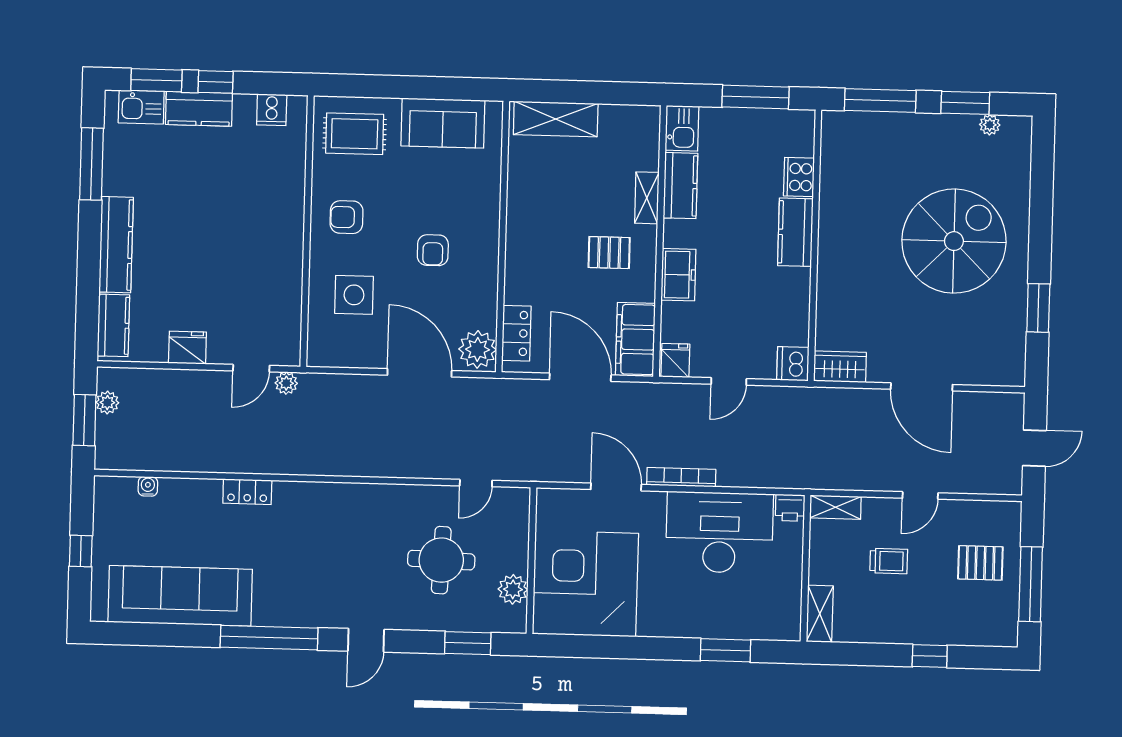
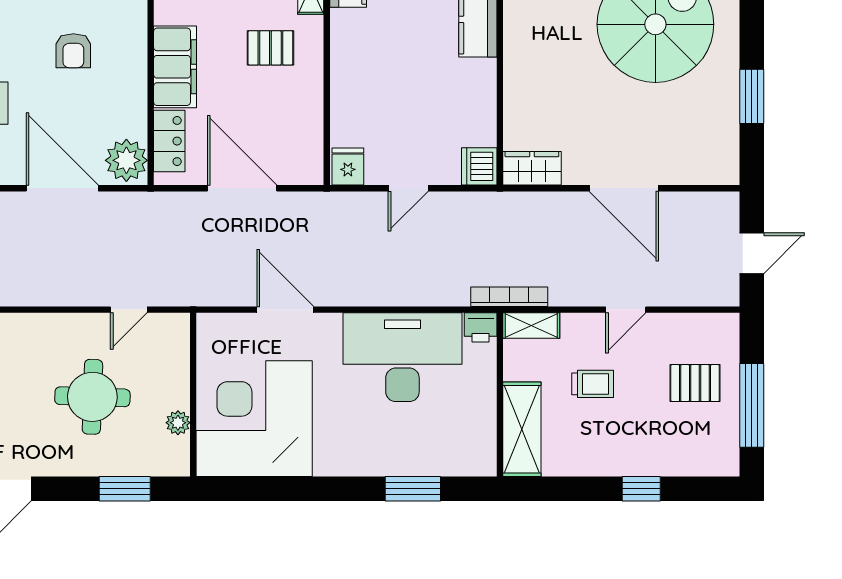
freezer: (678, 275) -> (349, 70), removed
filing cabinet: (635, 339) -> (175, 67), moved, turned 180
bookcase: (681, 477) -> (509, 297), moved
plant: (513, 589) -> (178, 423), width x0.73, depth x0.73
shelving: (820, 614) -> (522, 429), width x1.50, depth x1.33

